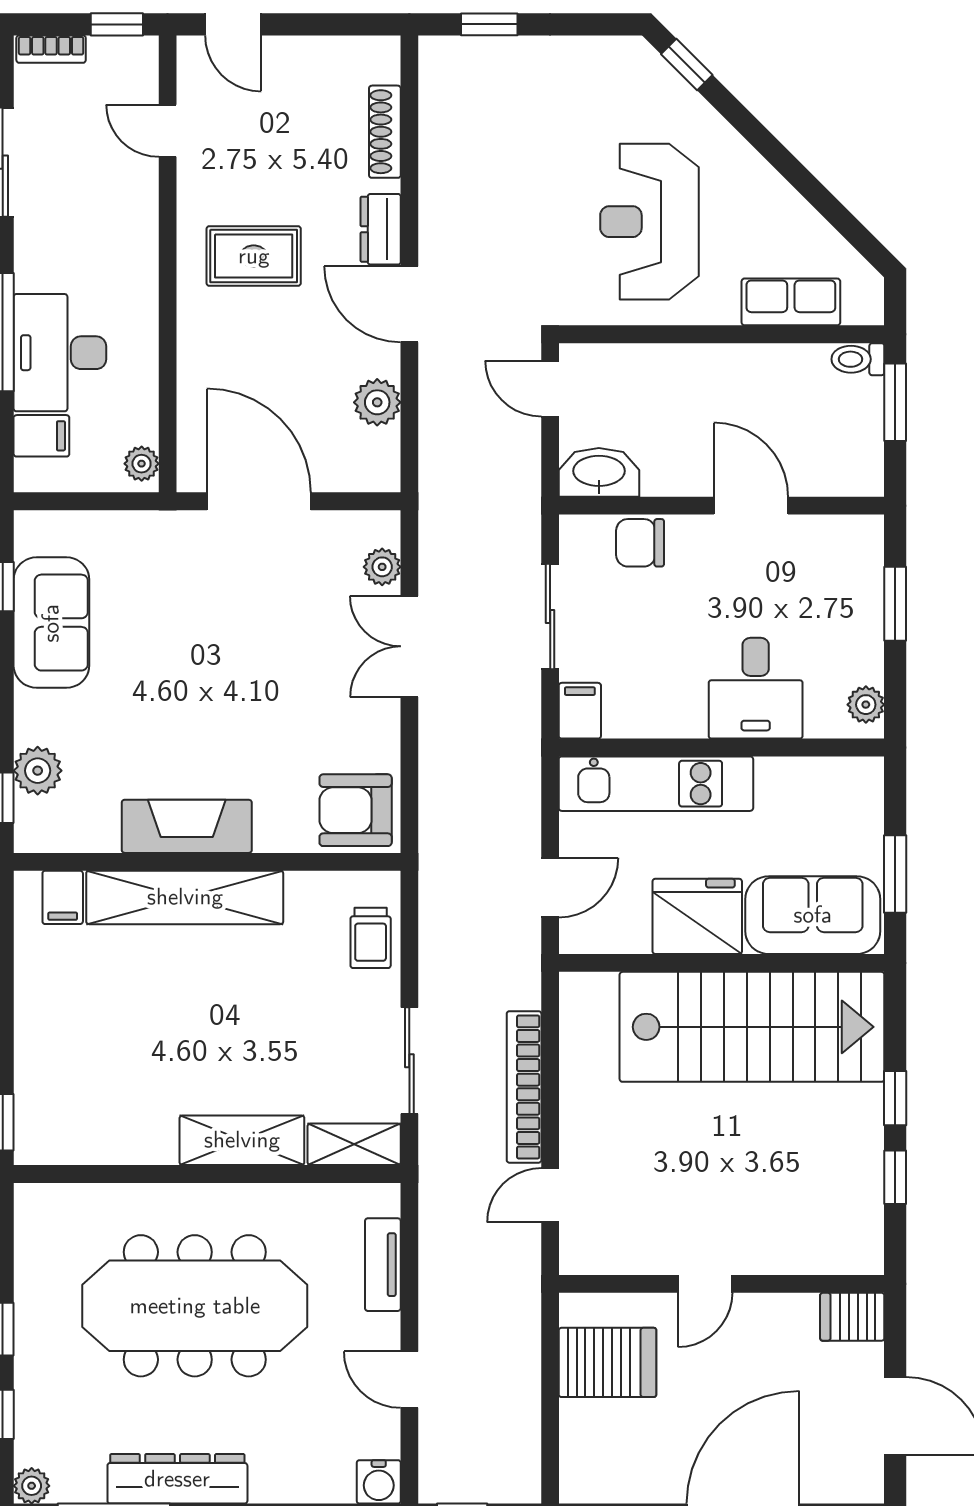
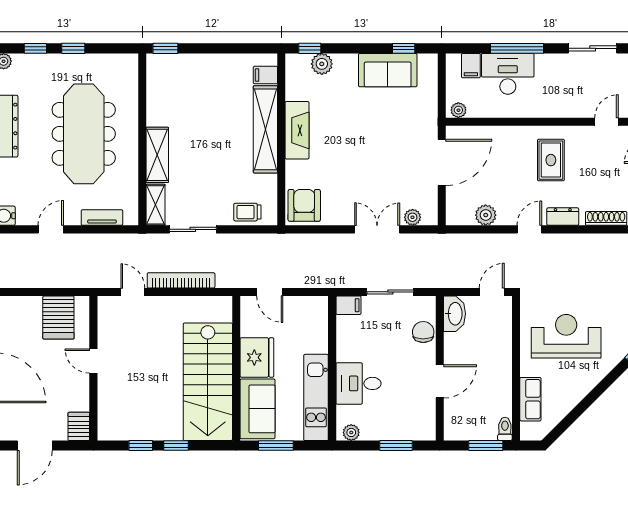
door: (409, 304) -> (529, 229), width x0.73
kitchen unit: (656, 784) -> (316, 397), moved

